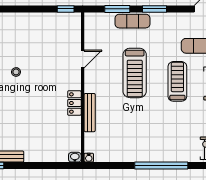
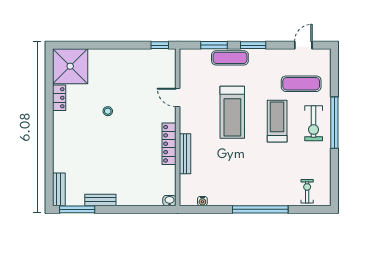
door: (83, 59) -> (178, 98), swing flipped
locker: (74, 103) -> (169, 144), width x1.53
water cooler: (89, 158) -> (202, 201), moved

